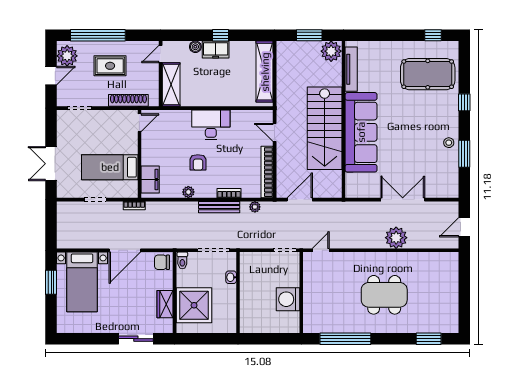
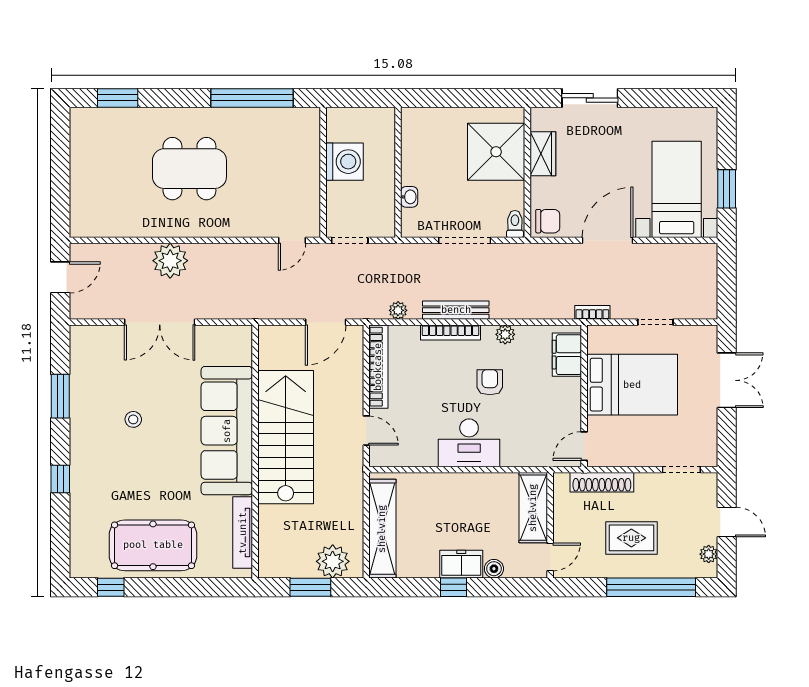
plant: (331, 51) -> (333, 561), moved
plant: (67, 56) -> (709, 554), width x0.53, depth x0.53
pool table: (428, 74) -> (153, 545), moved
door: (51, 76) -> (727, 522), swing flipped
stool: (449, 143) -> (133, 419), moved
bed: (110, 167) -> (632, 385), width x1.50
bookcase: (229, 193) -> (450, 333), width x1.56
washbasin: (231, 277) -> (409, 197), moved
wall: (238, 293) -> (398, 172), moved

